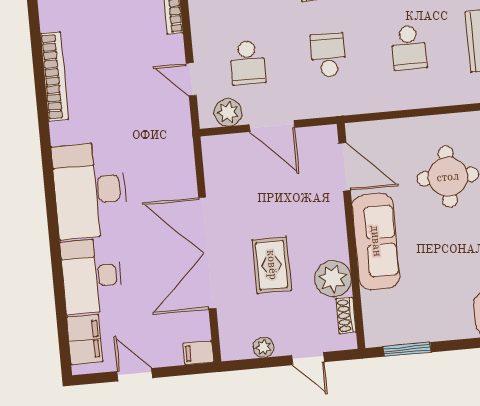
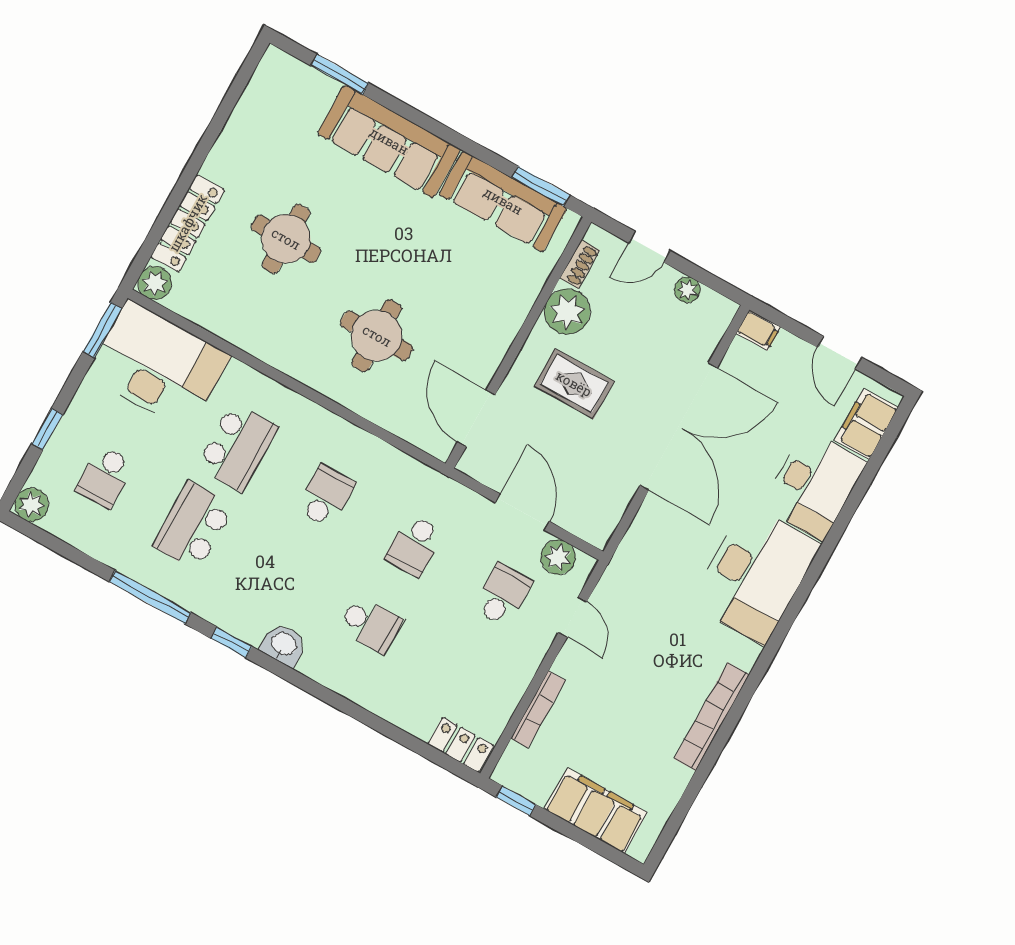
sofa: (376, 241) -> (503, 201), moved, turned -90
rug: (272, 265) -> (574, 384), moved, turned 90
door: (308, 359) -> (649, 247), swing flipped

